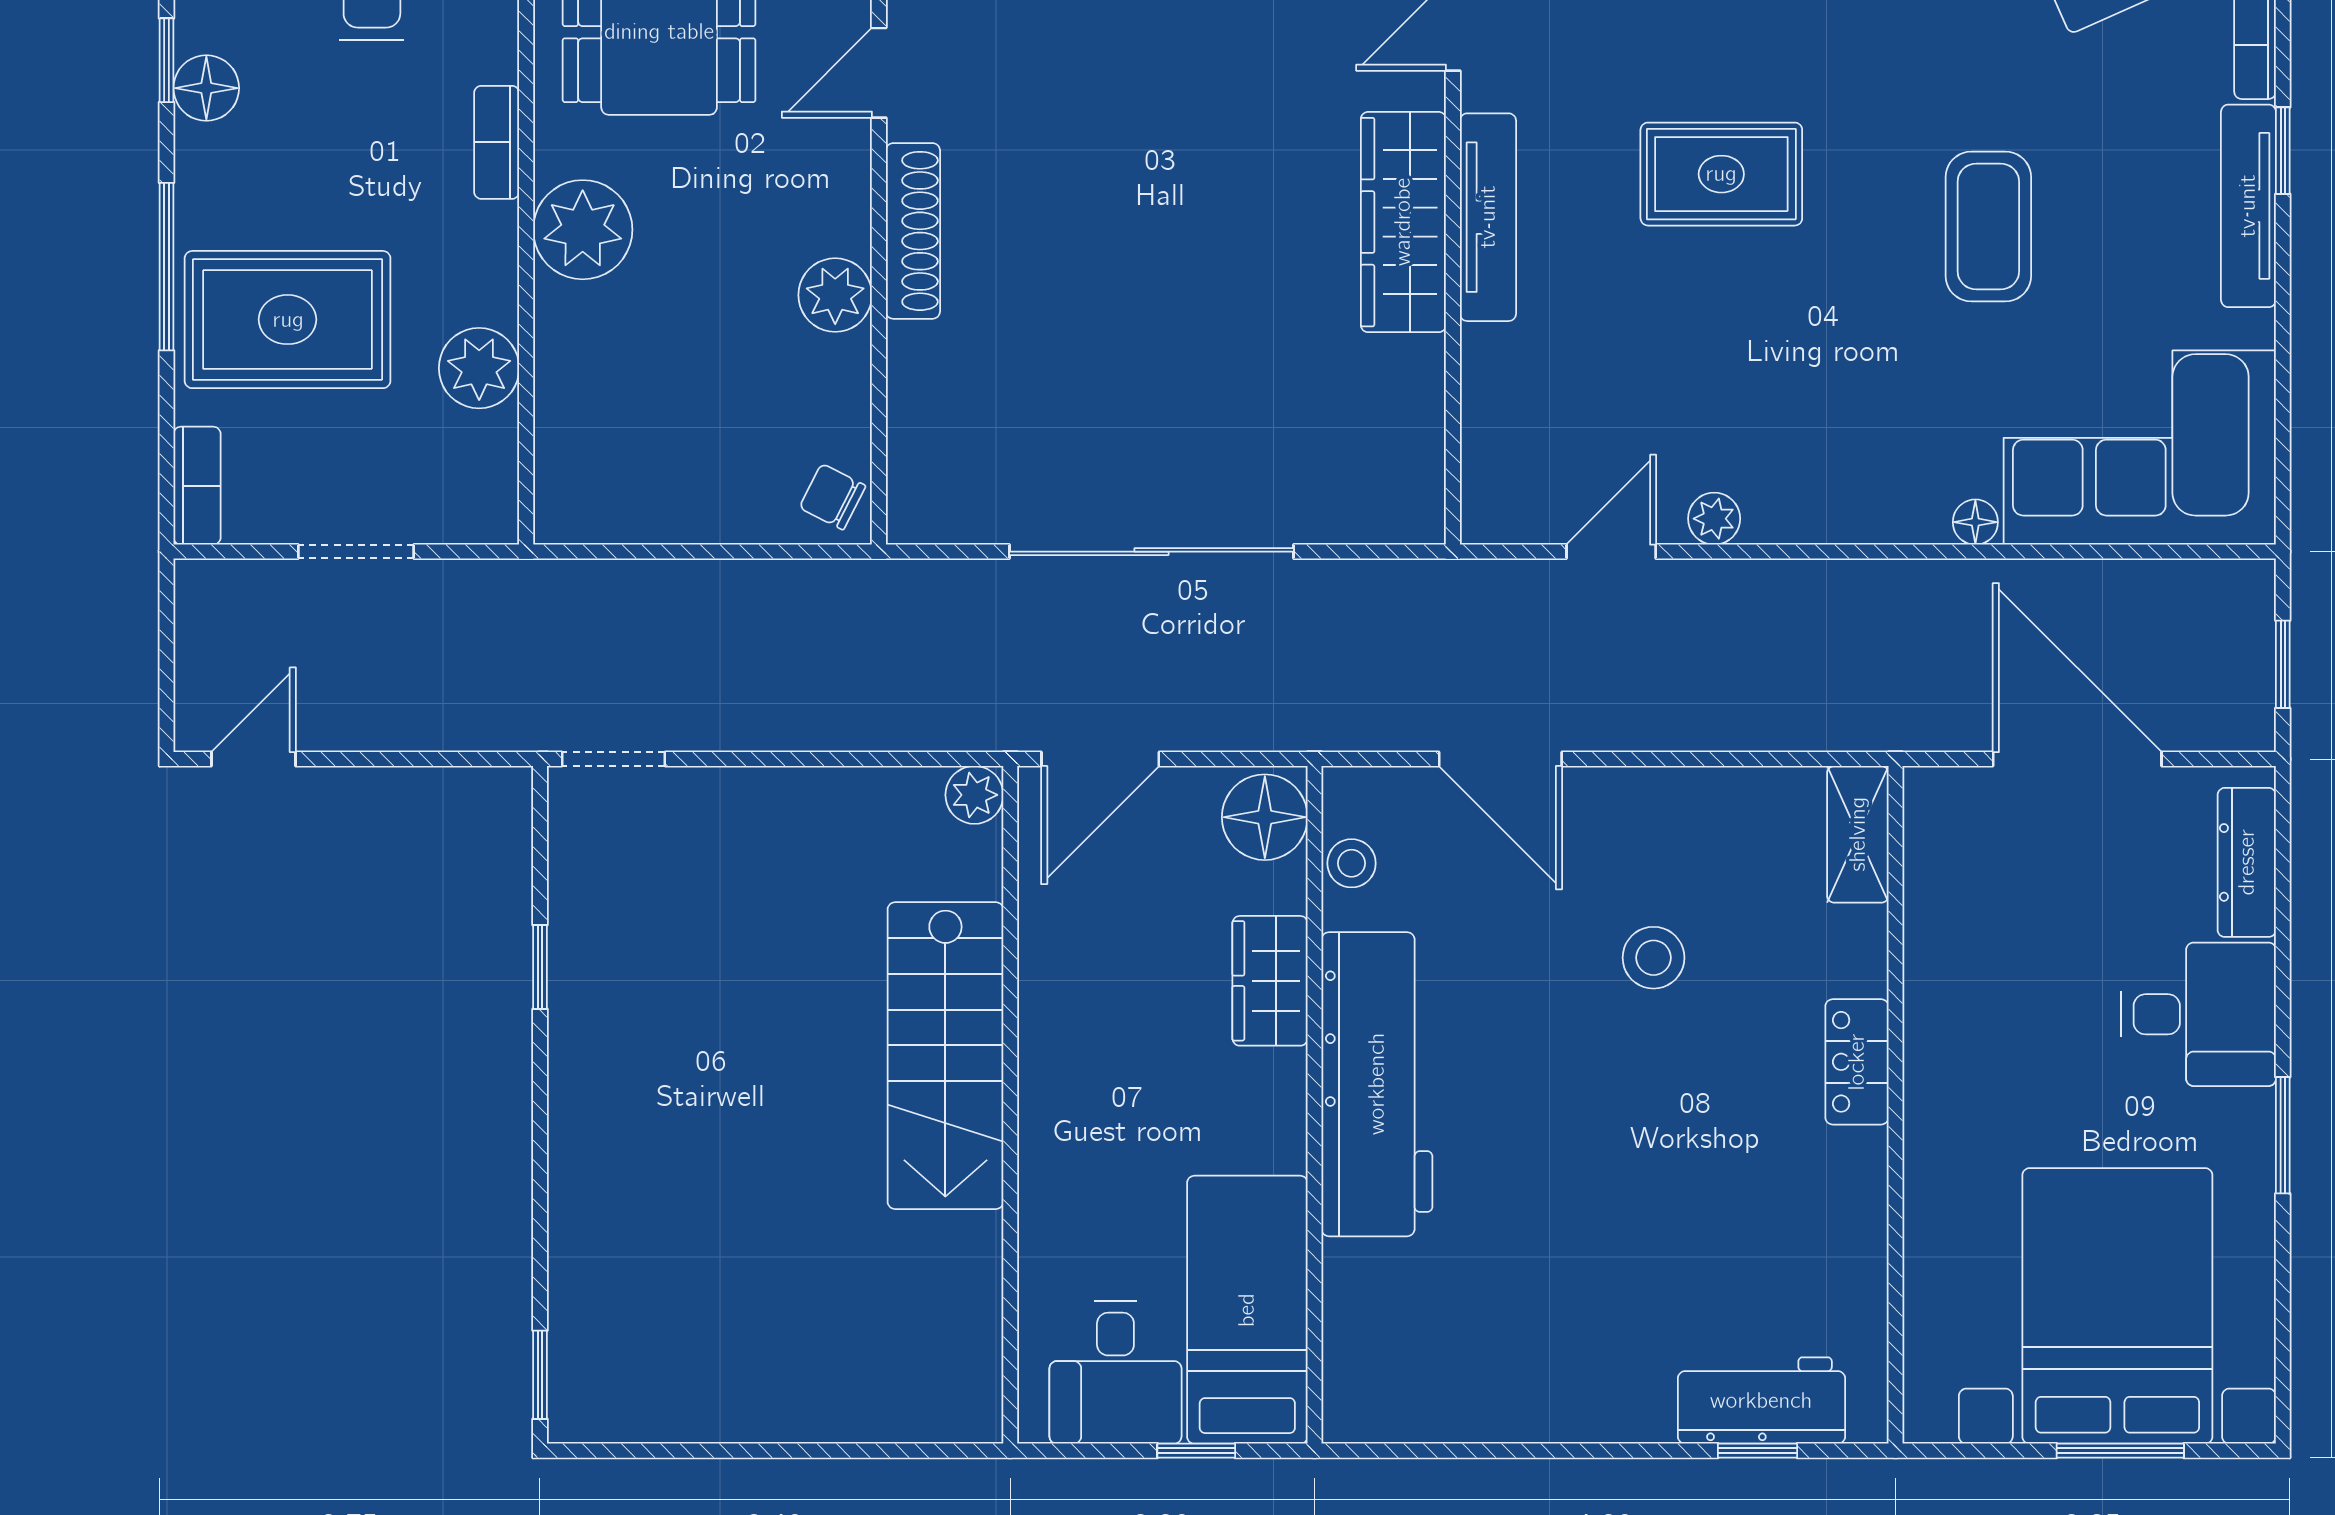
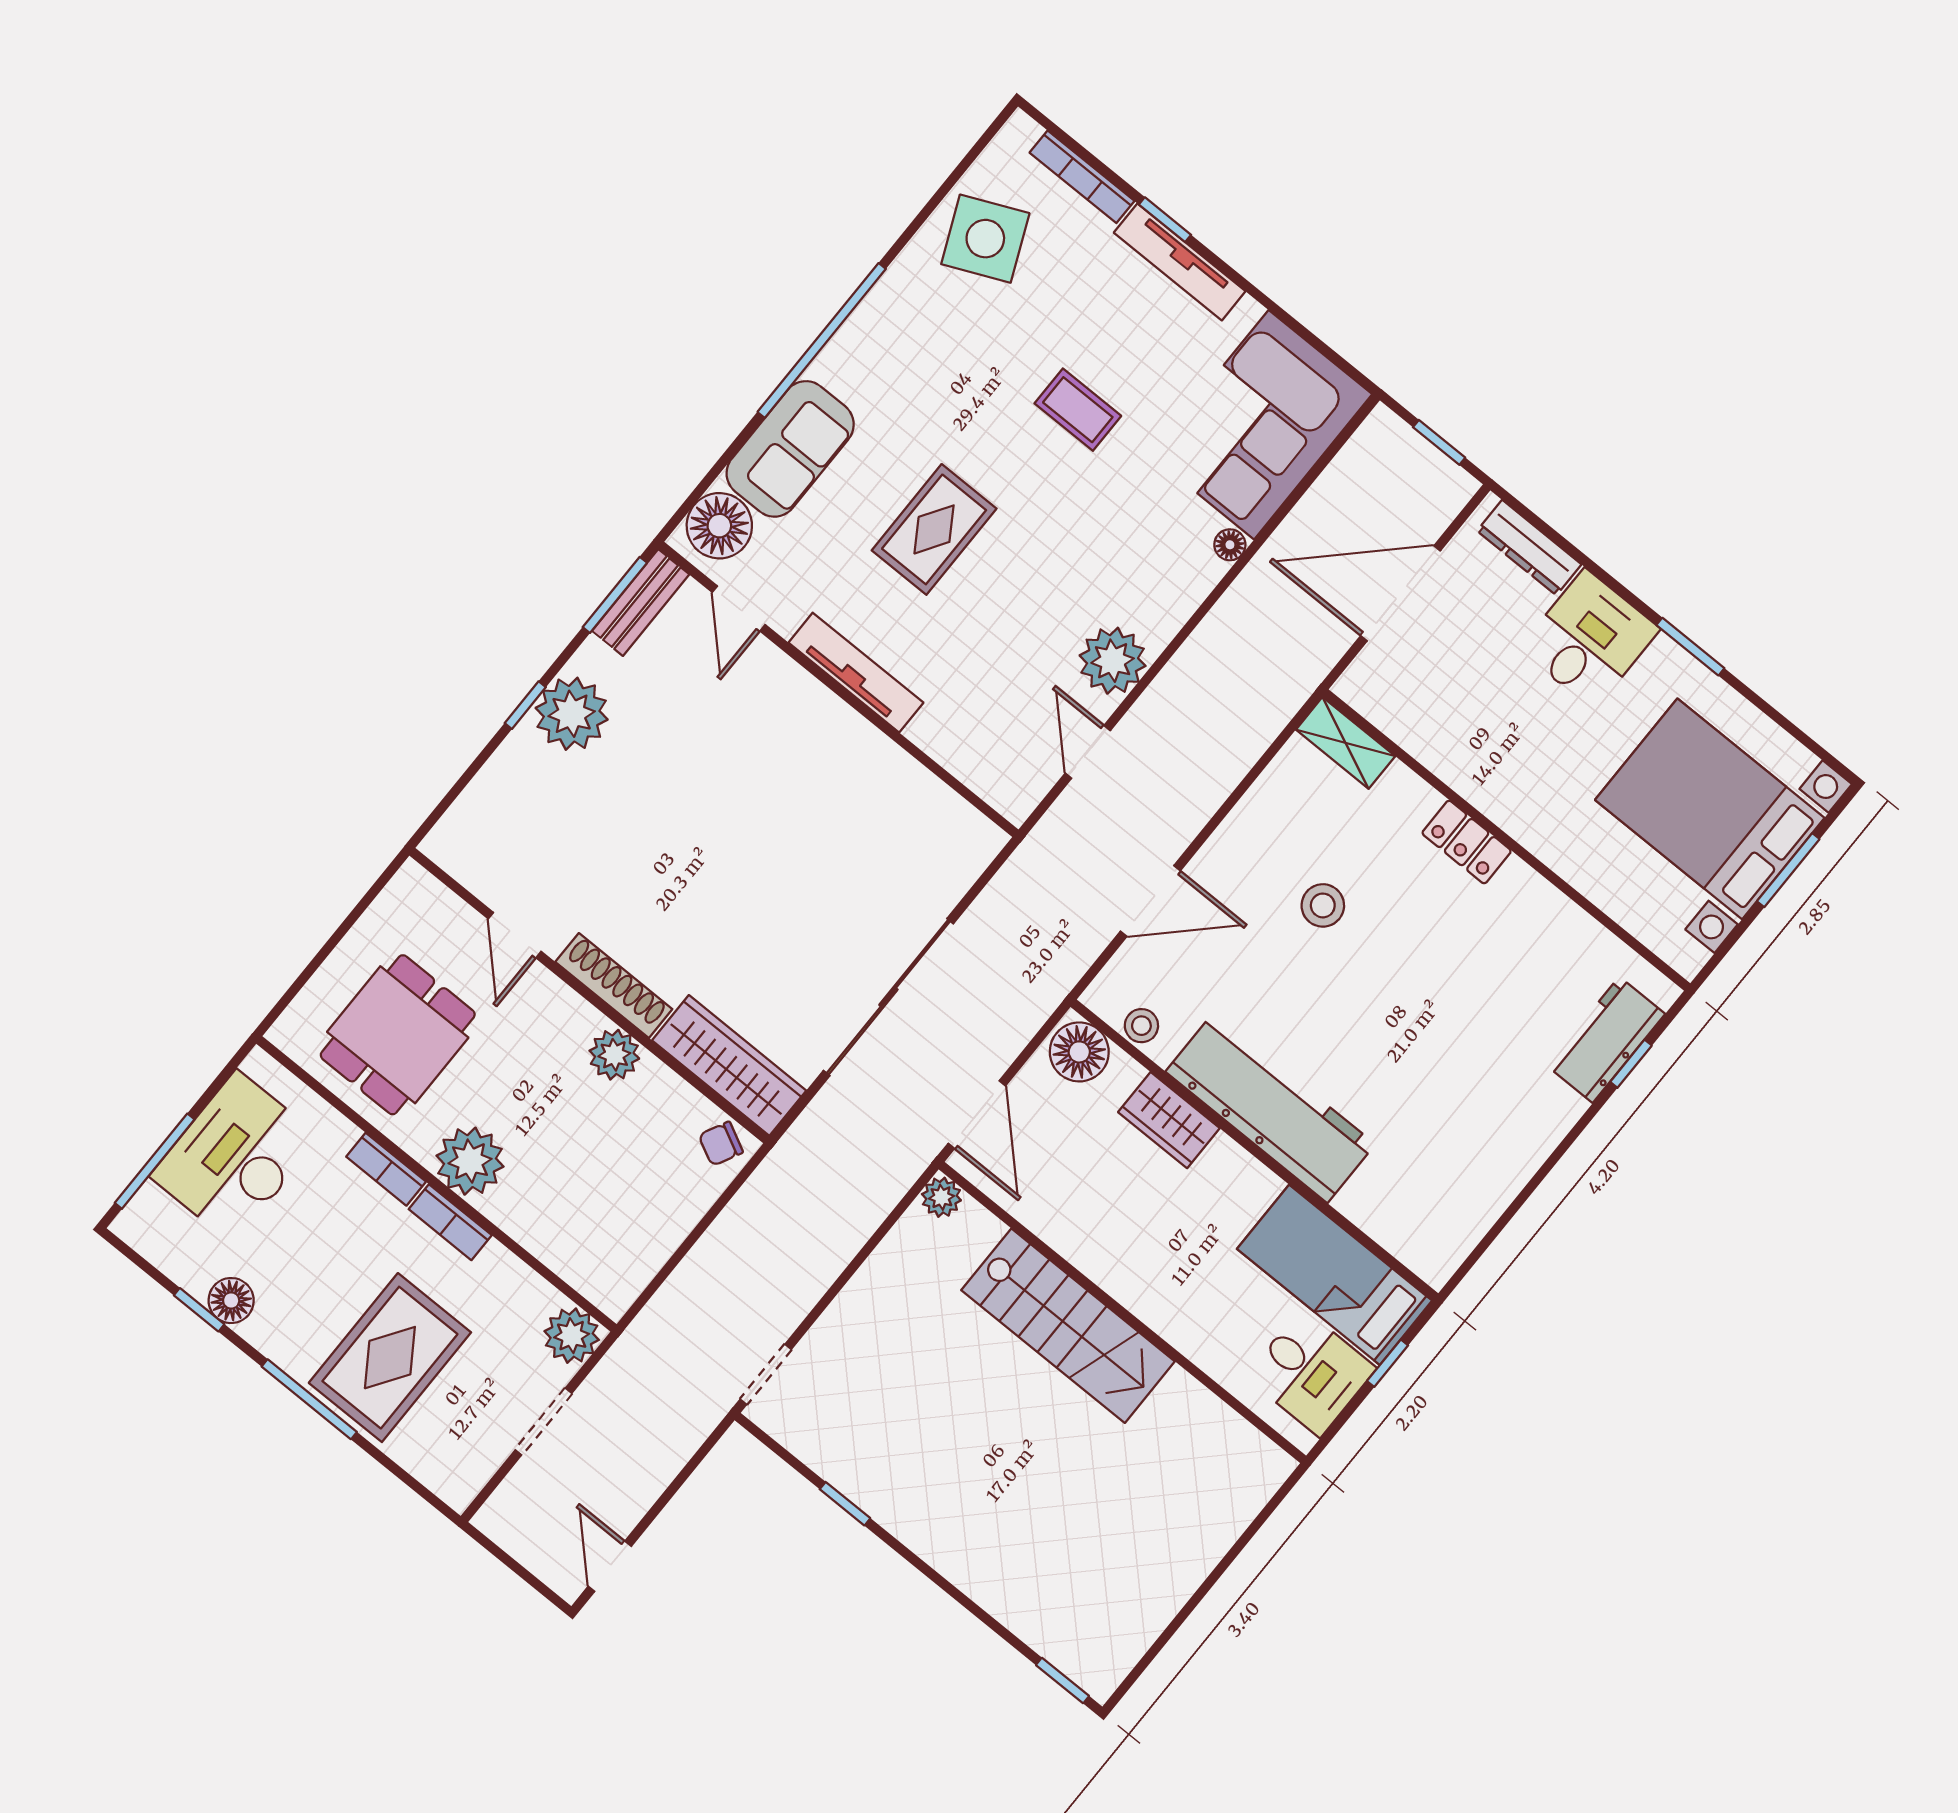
wardrobe: (1403, 222) -> (729, 1065), moved, turned 180
coffee table: (1988, 226) -> (1078, 410), width x0.73, depth x0.77
plant: (479, 368) -> (572, 1336), moved
bookcase: (197, 486) -> (450, 1222), moved, turned 180
plant: (1714, 519) -> (1113, 661), width x1.88, depth x1.88

